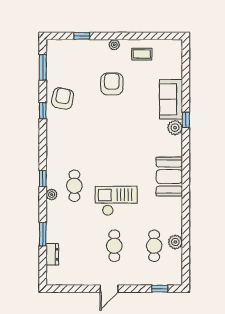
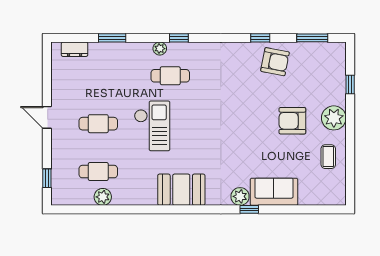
plant: (114, 45) -> (334, 118), width x1.88, depth x1.88
armchair: (112, 84) -> (292, 121), turned 180
dresser: (52, 254) -> (75, 49), moved

